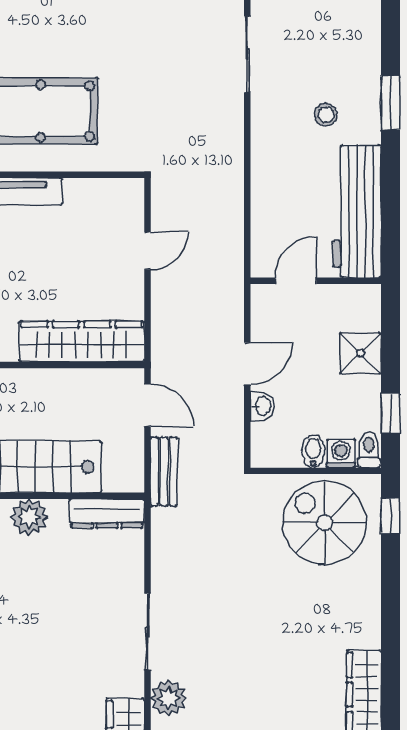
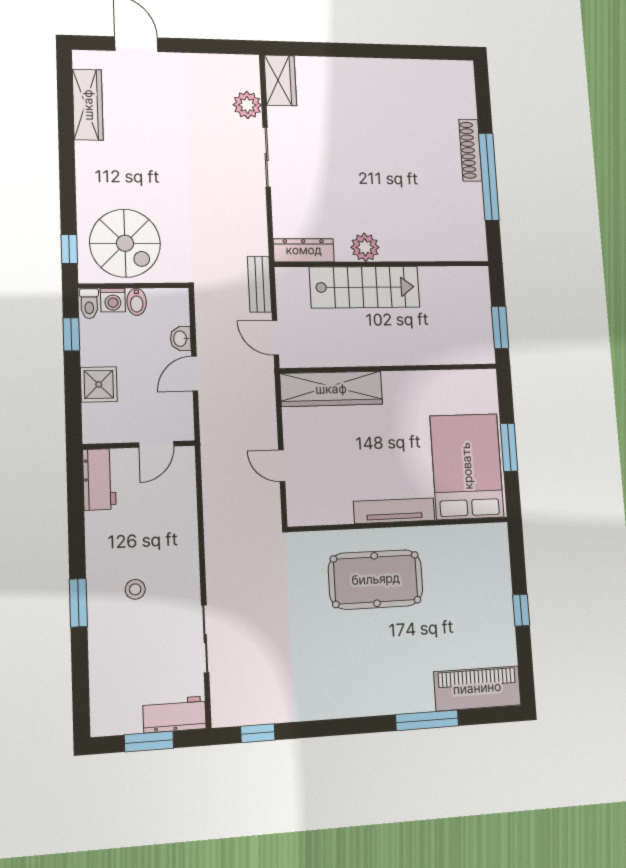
workbench: (357, 211) -> (99, 479), width x0.53, depth x0.76
door: (147, 251) -> (282, 466), hinge flipped

